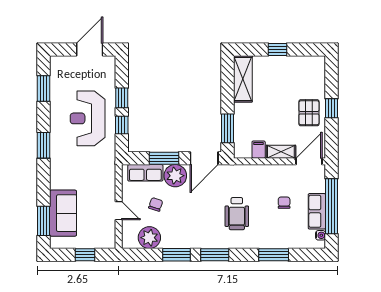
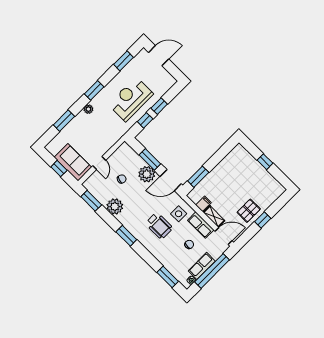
door: (90, 50) -> (159, 56), moved
shelving: (243, 79) -> (232, 159), removed
plant: (56, 169) -> (88, 109), added
row of seats: (145, 173) -> (201, 225), moved
side table: (244, 183) -> (179, 214), added
sofa: (63, 213) -> (73, 162), moved, turned -90
wheelchair: (237, 214) -> (159, 226), turned -90
window: (44, 221) -> (64, 121), moved
plant: (149, 238) -> (115, 207), moved
window: (176, 255) -> (91, 201), moved
window: (274, 255) -> (168, 277), moved

